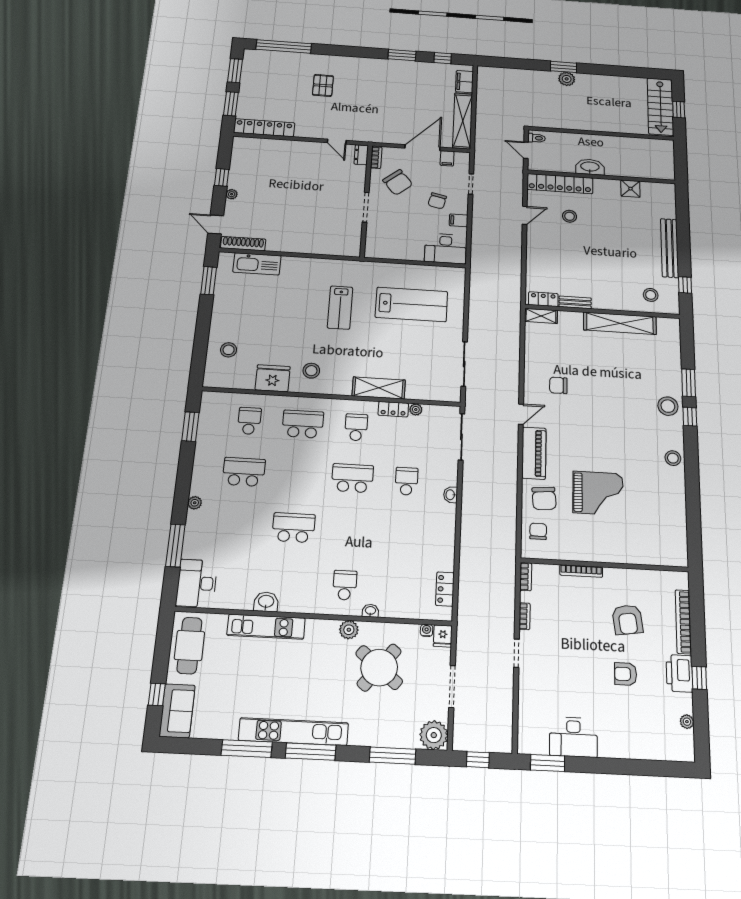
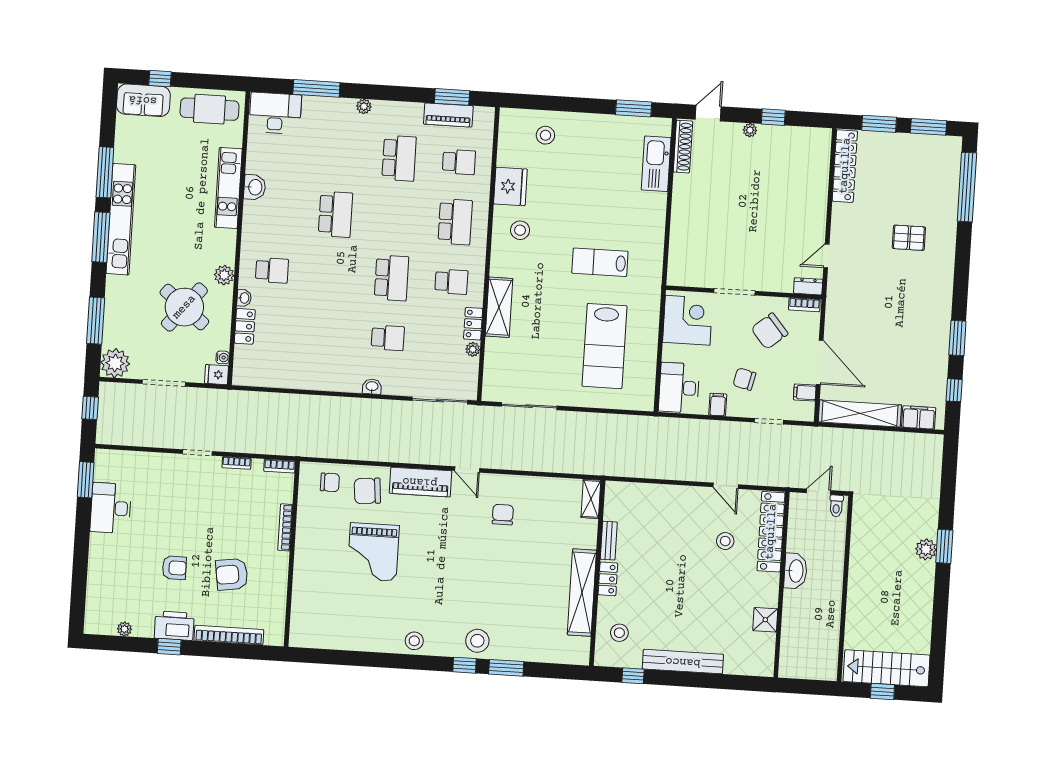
corner desk: (389, 242) -> (688, 320), added
locker: (543, 299) -> (608, 579), moved
piano: (207, 430) -> (448, 115), added
locker: (445, 589) -> (245, 326), moved, turned 90
armchair: (626, 674) -> (174, 568), turned 90

